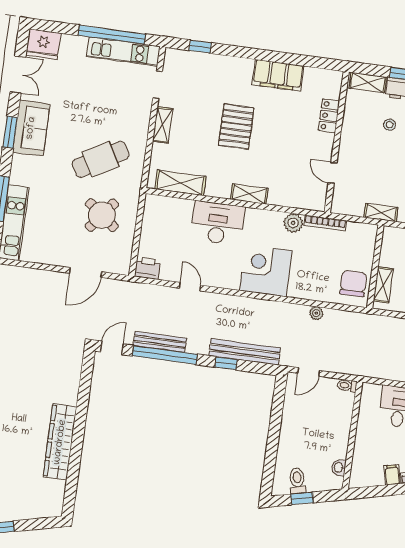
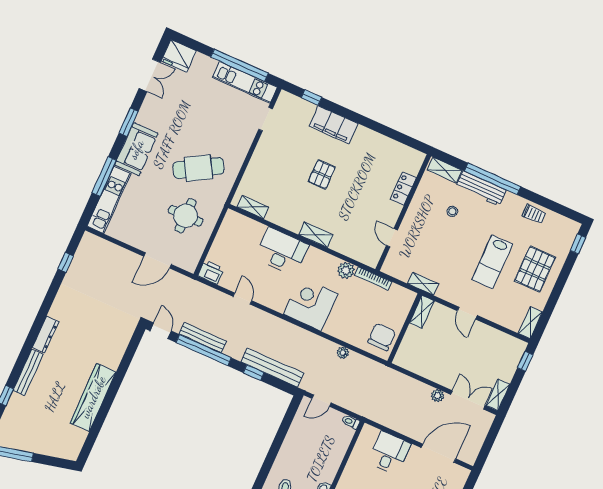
filing cabinet: (278, 75) -> (334, 125), moved
shelving: (163, 125) -> (260, 154), removed
pallet: (236, 127) -> (322, 174), width x0.67, depth x0.71
sofa: (31, 128) -> (136, 149), moved
shelving: (180, 183) -> (253, 207), width x0.67, depth x0.75
round table: (102, 215) -> (186, 216), turned -38
shelving: (383, 285) -> (422, 312), moved
door: (112, 348) -> (161, 331), hinge flipped

